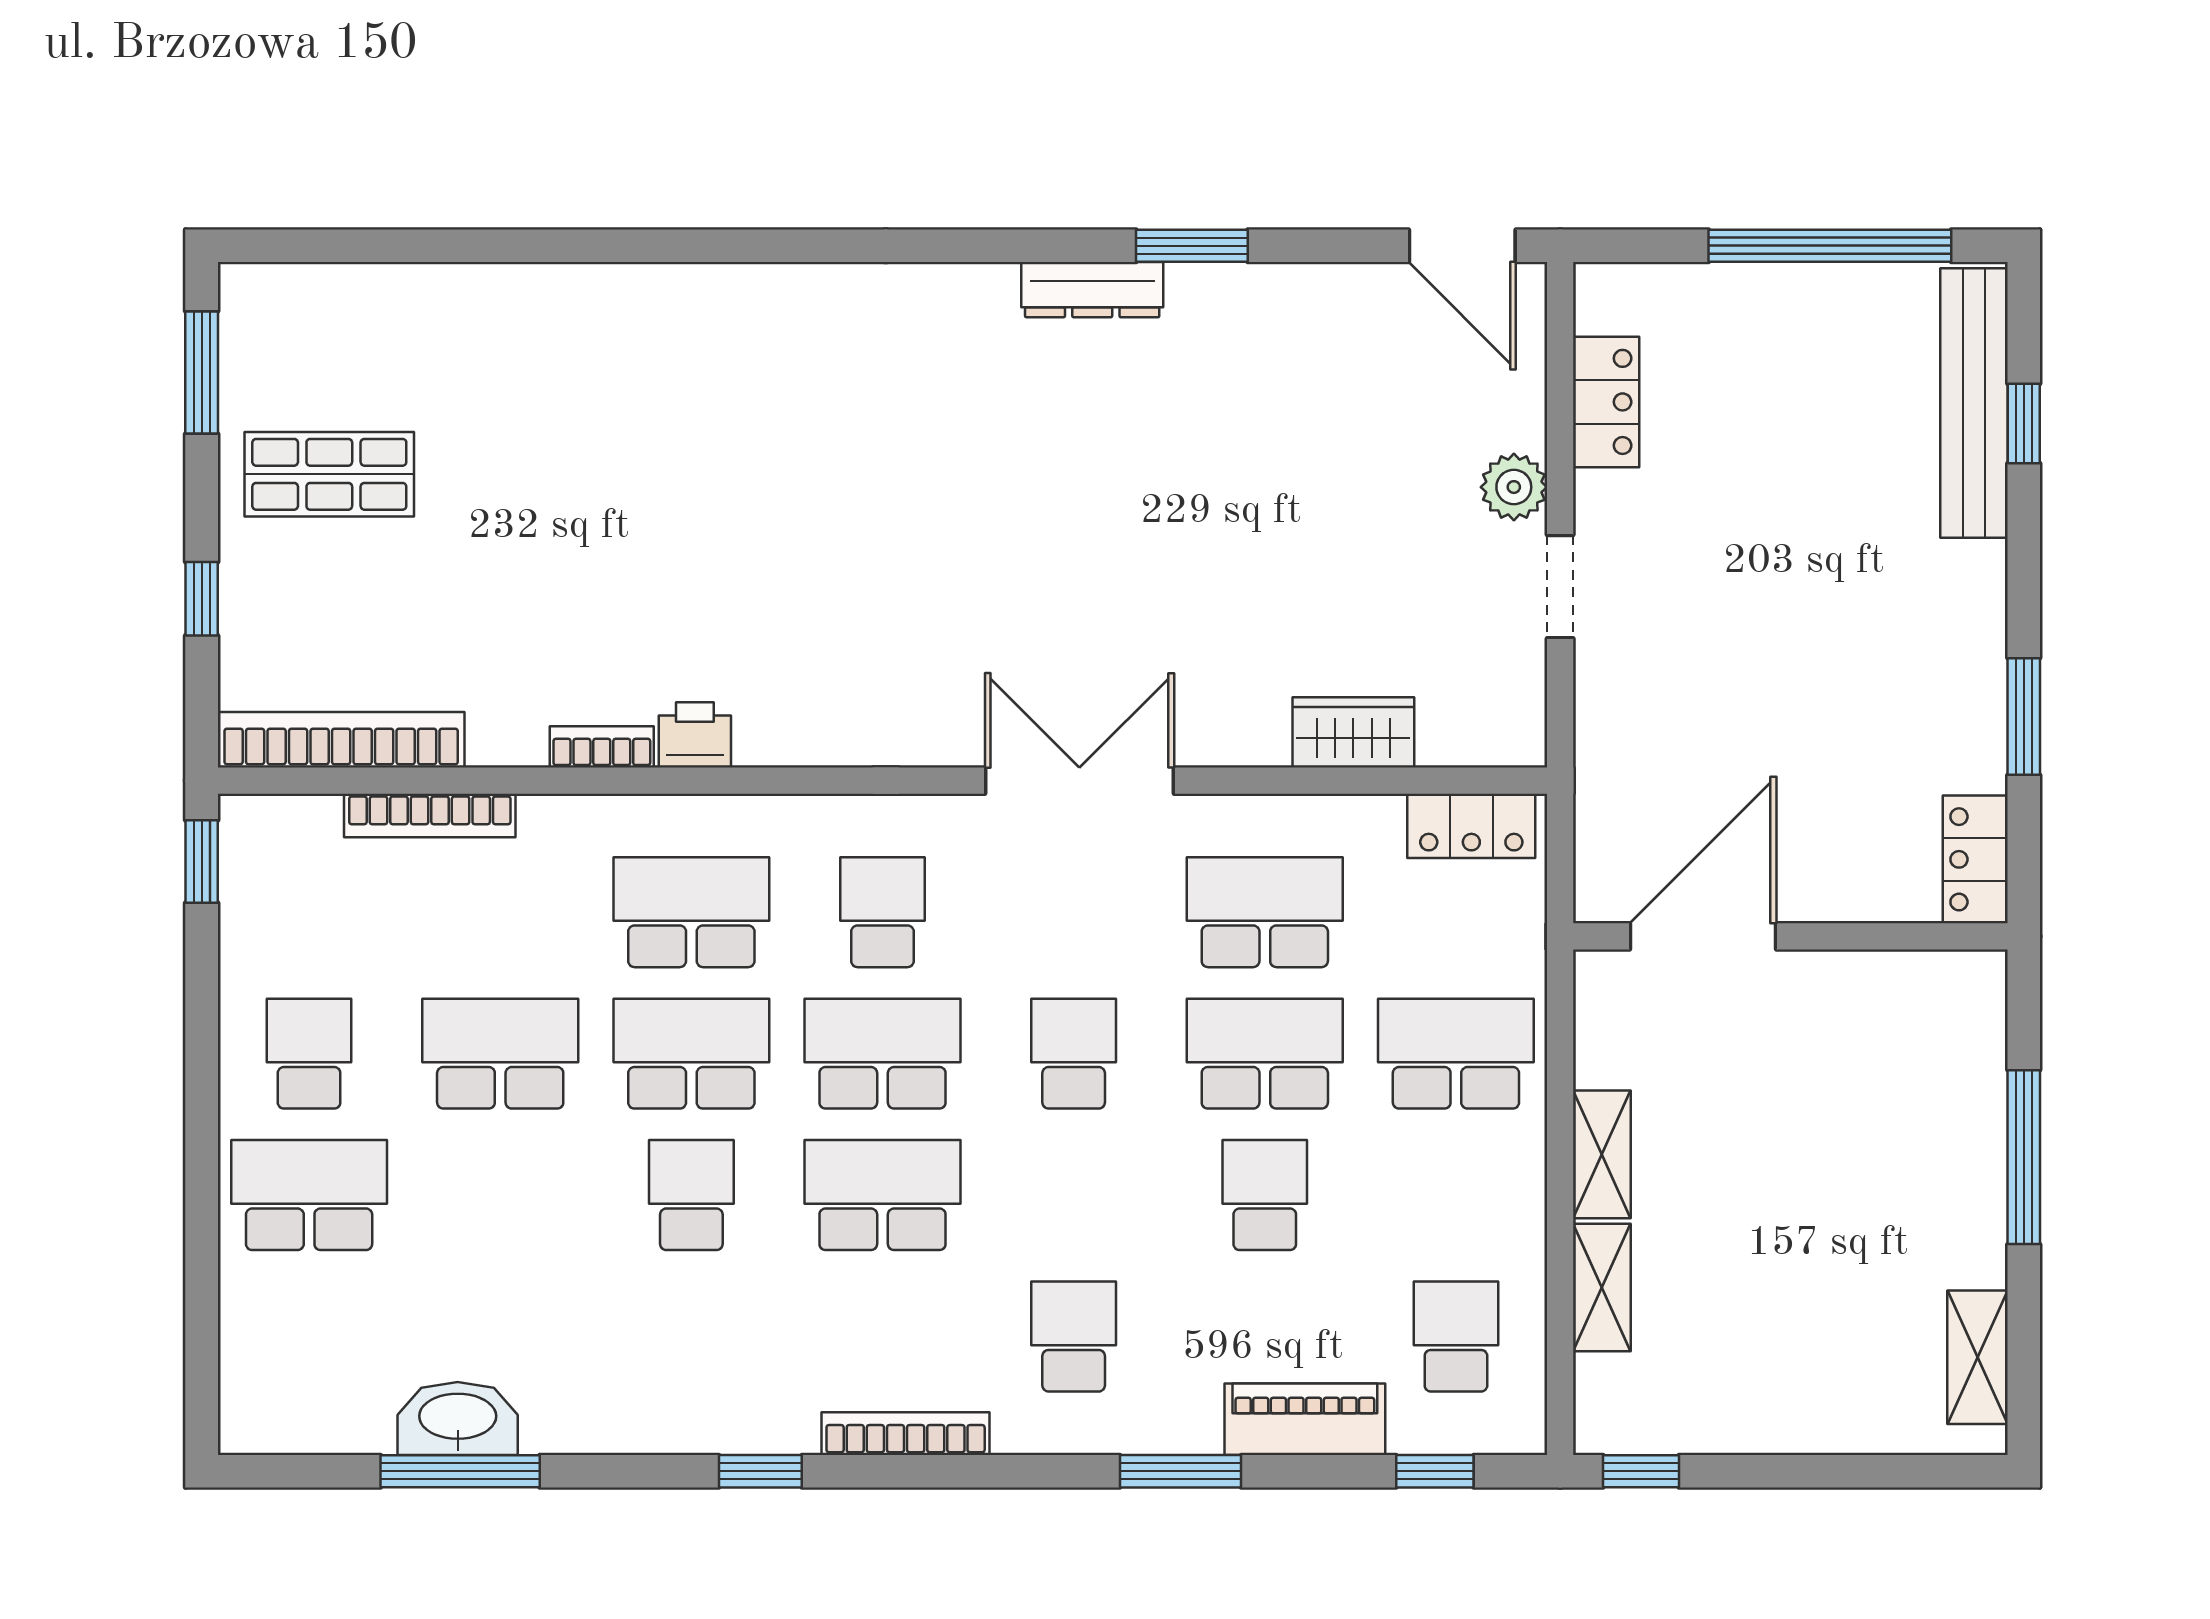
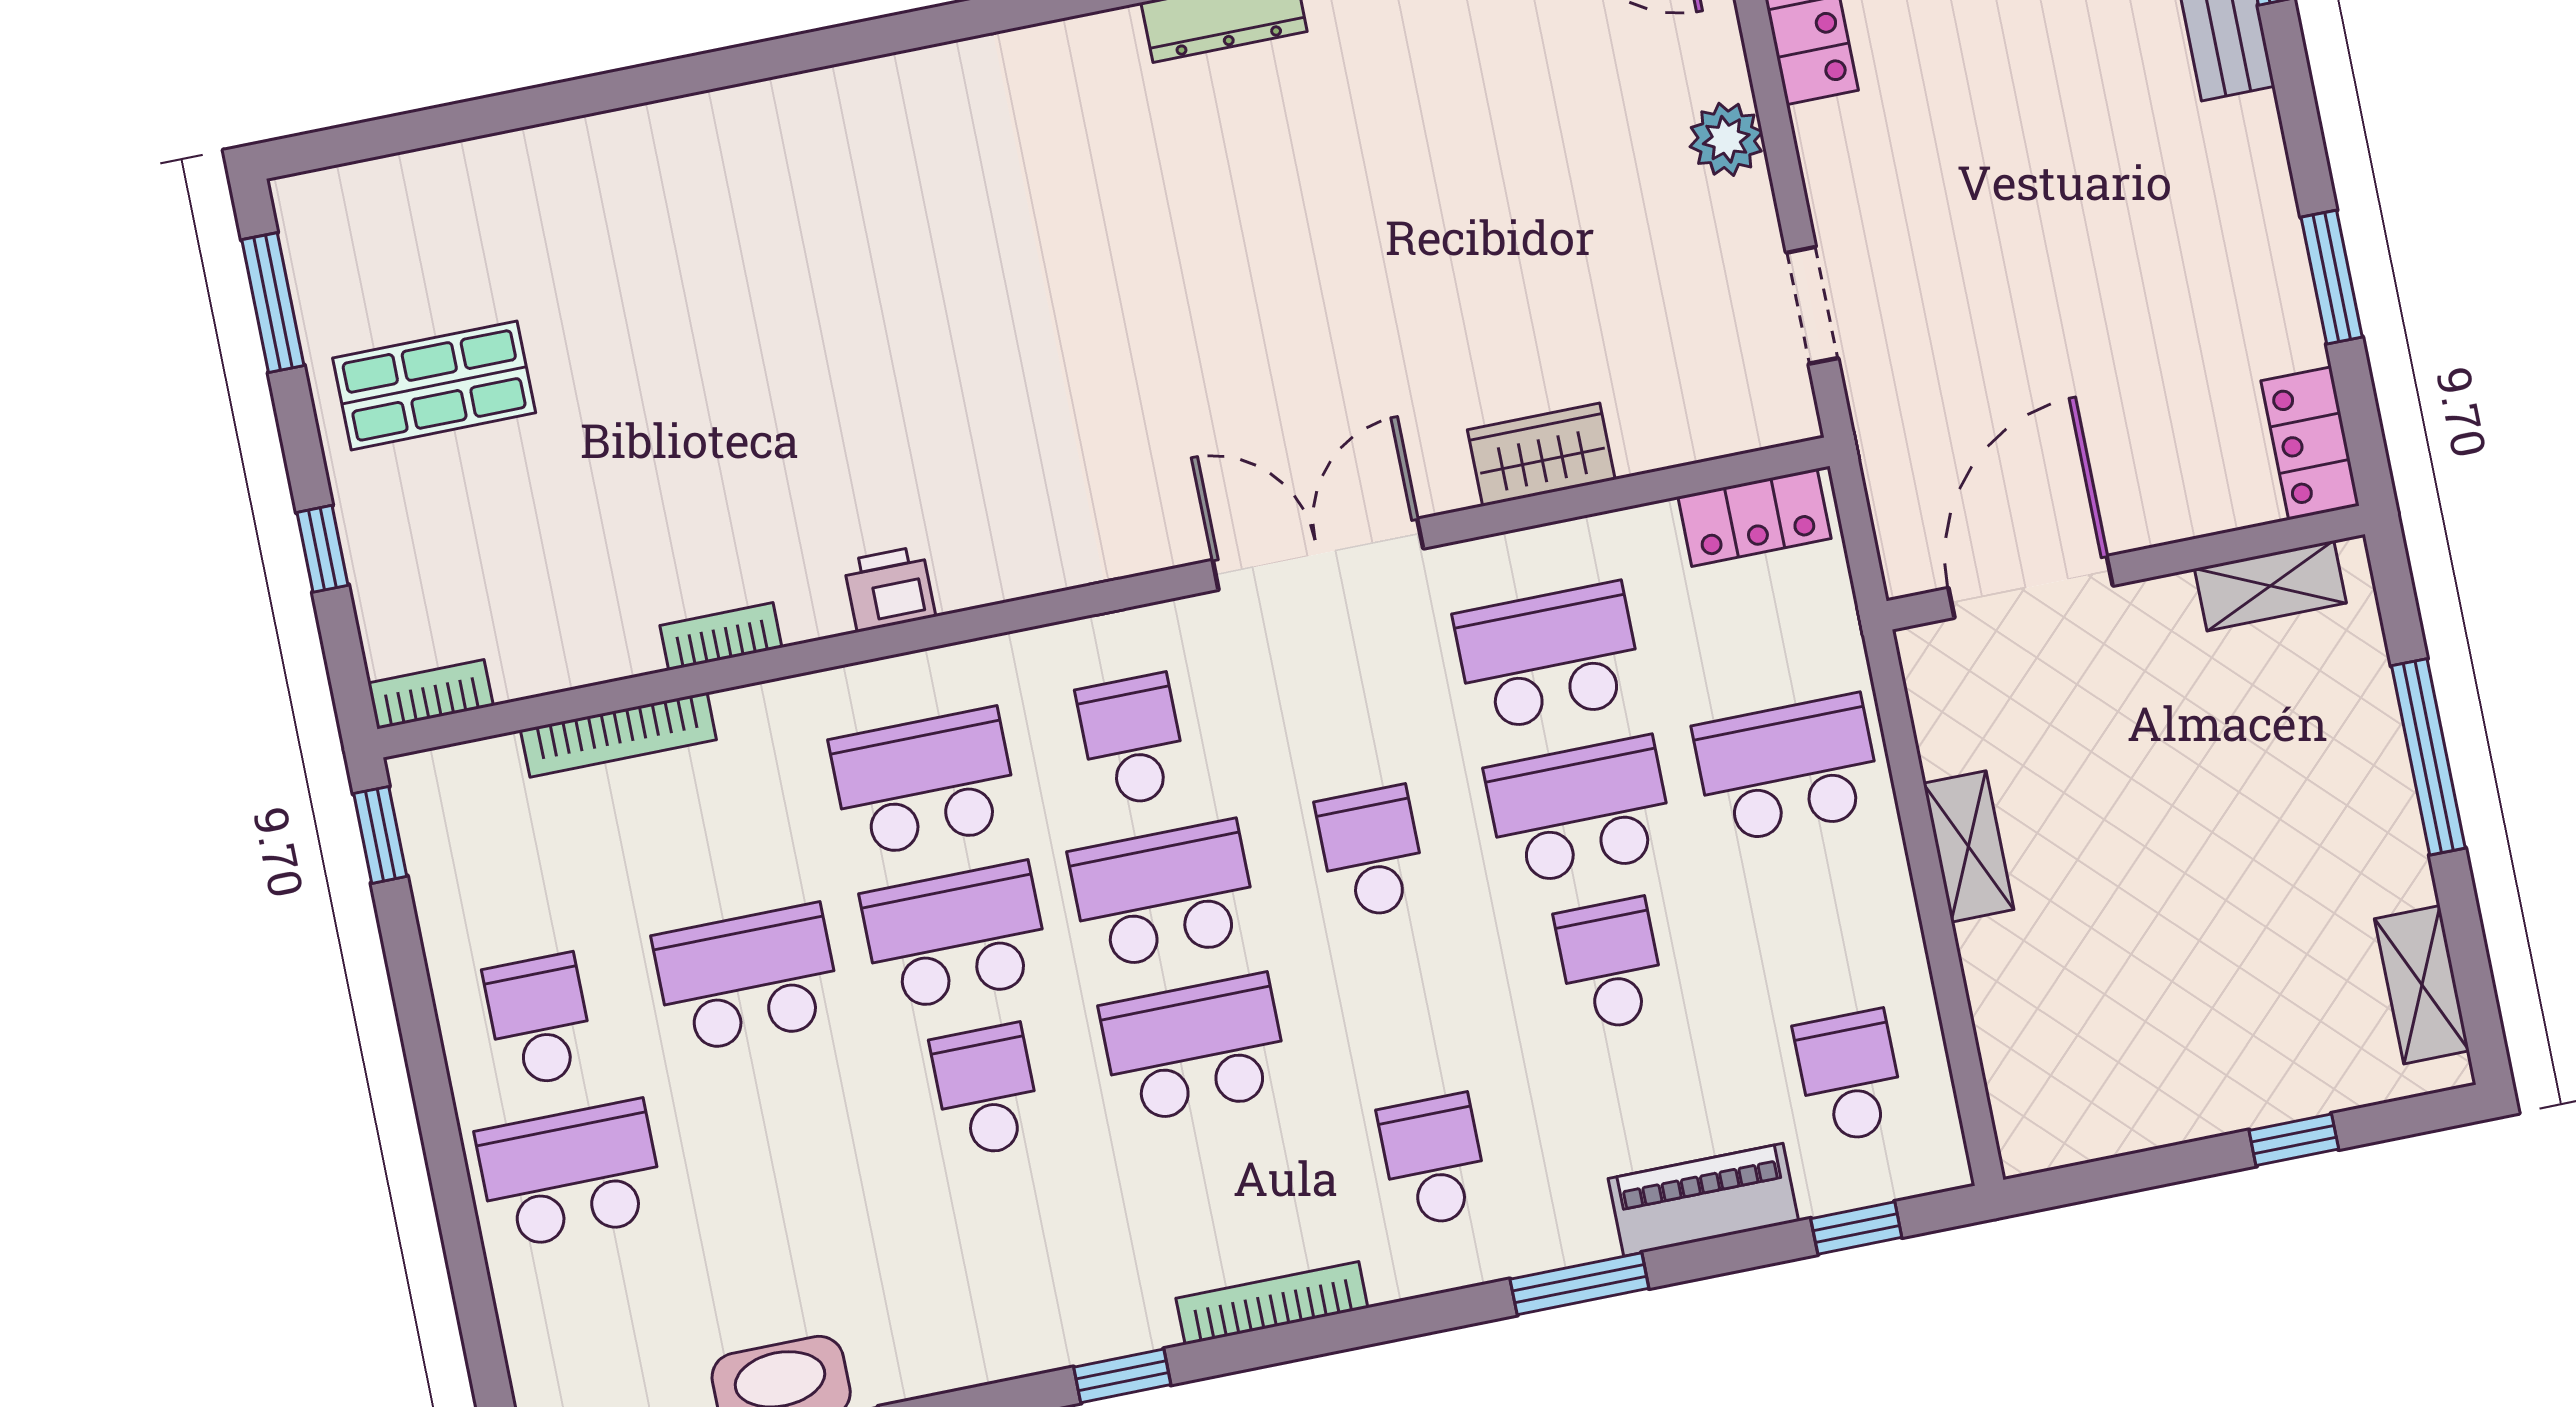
doorway: (1560, 587) -> (1812, 305), moved
wardrobe: (1353, 732) -> (1541, 455), moved
bookcase: (341, 740) -> (431, 694), width x0.43, depth x0.76
bookcase: (602, 747) -> (721, 636), moved
shelving: (1602, 1287) -> (2270, 586), moved, turned 90
window: (1641, 1471) -> (2294, 1140), moved

